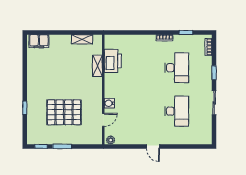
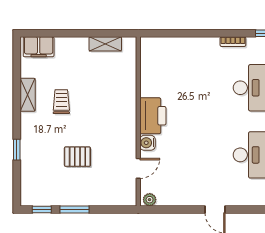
printer: (113, 61) -> (153, 116), moved
shelving: (97, 66) -> (28, 95), moved
trolley: (54, 77) -> (61, 102), added
pallet: (64, 112) -> (77, 157), width x0.49, depth x0.50

